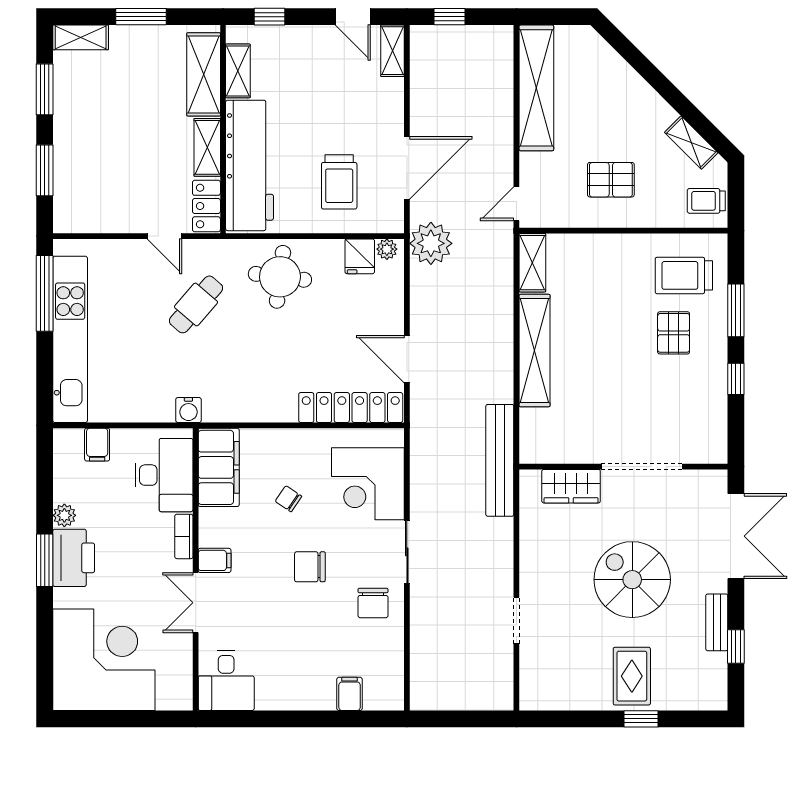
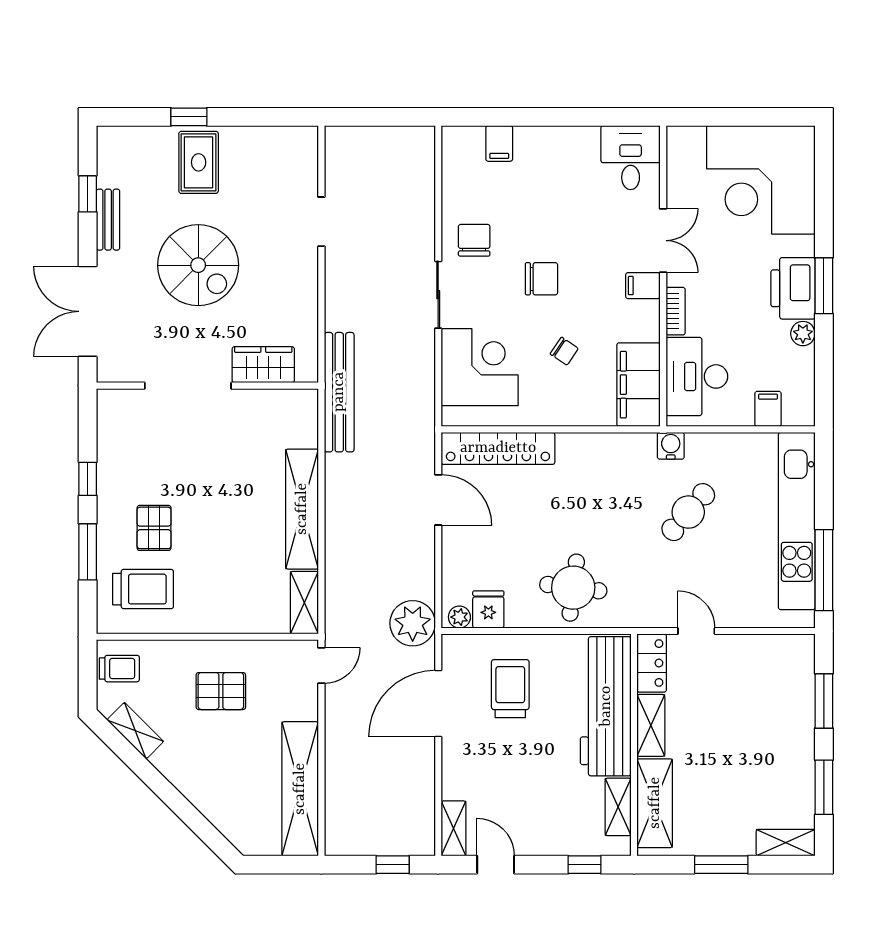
cafe table: (196, 304) -> (688, 512), moved

